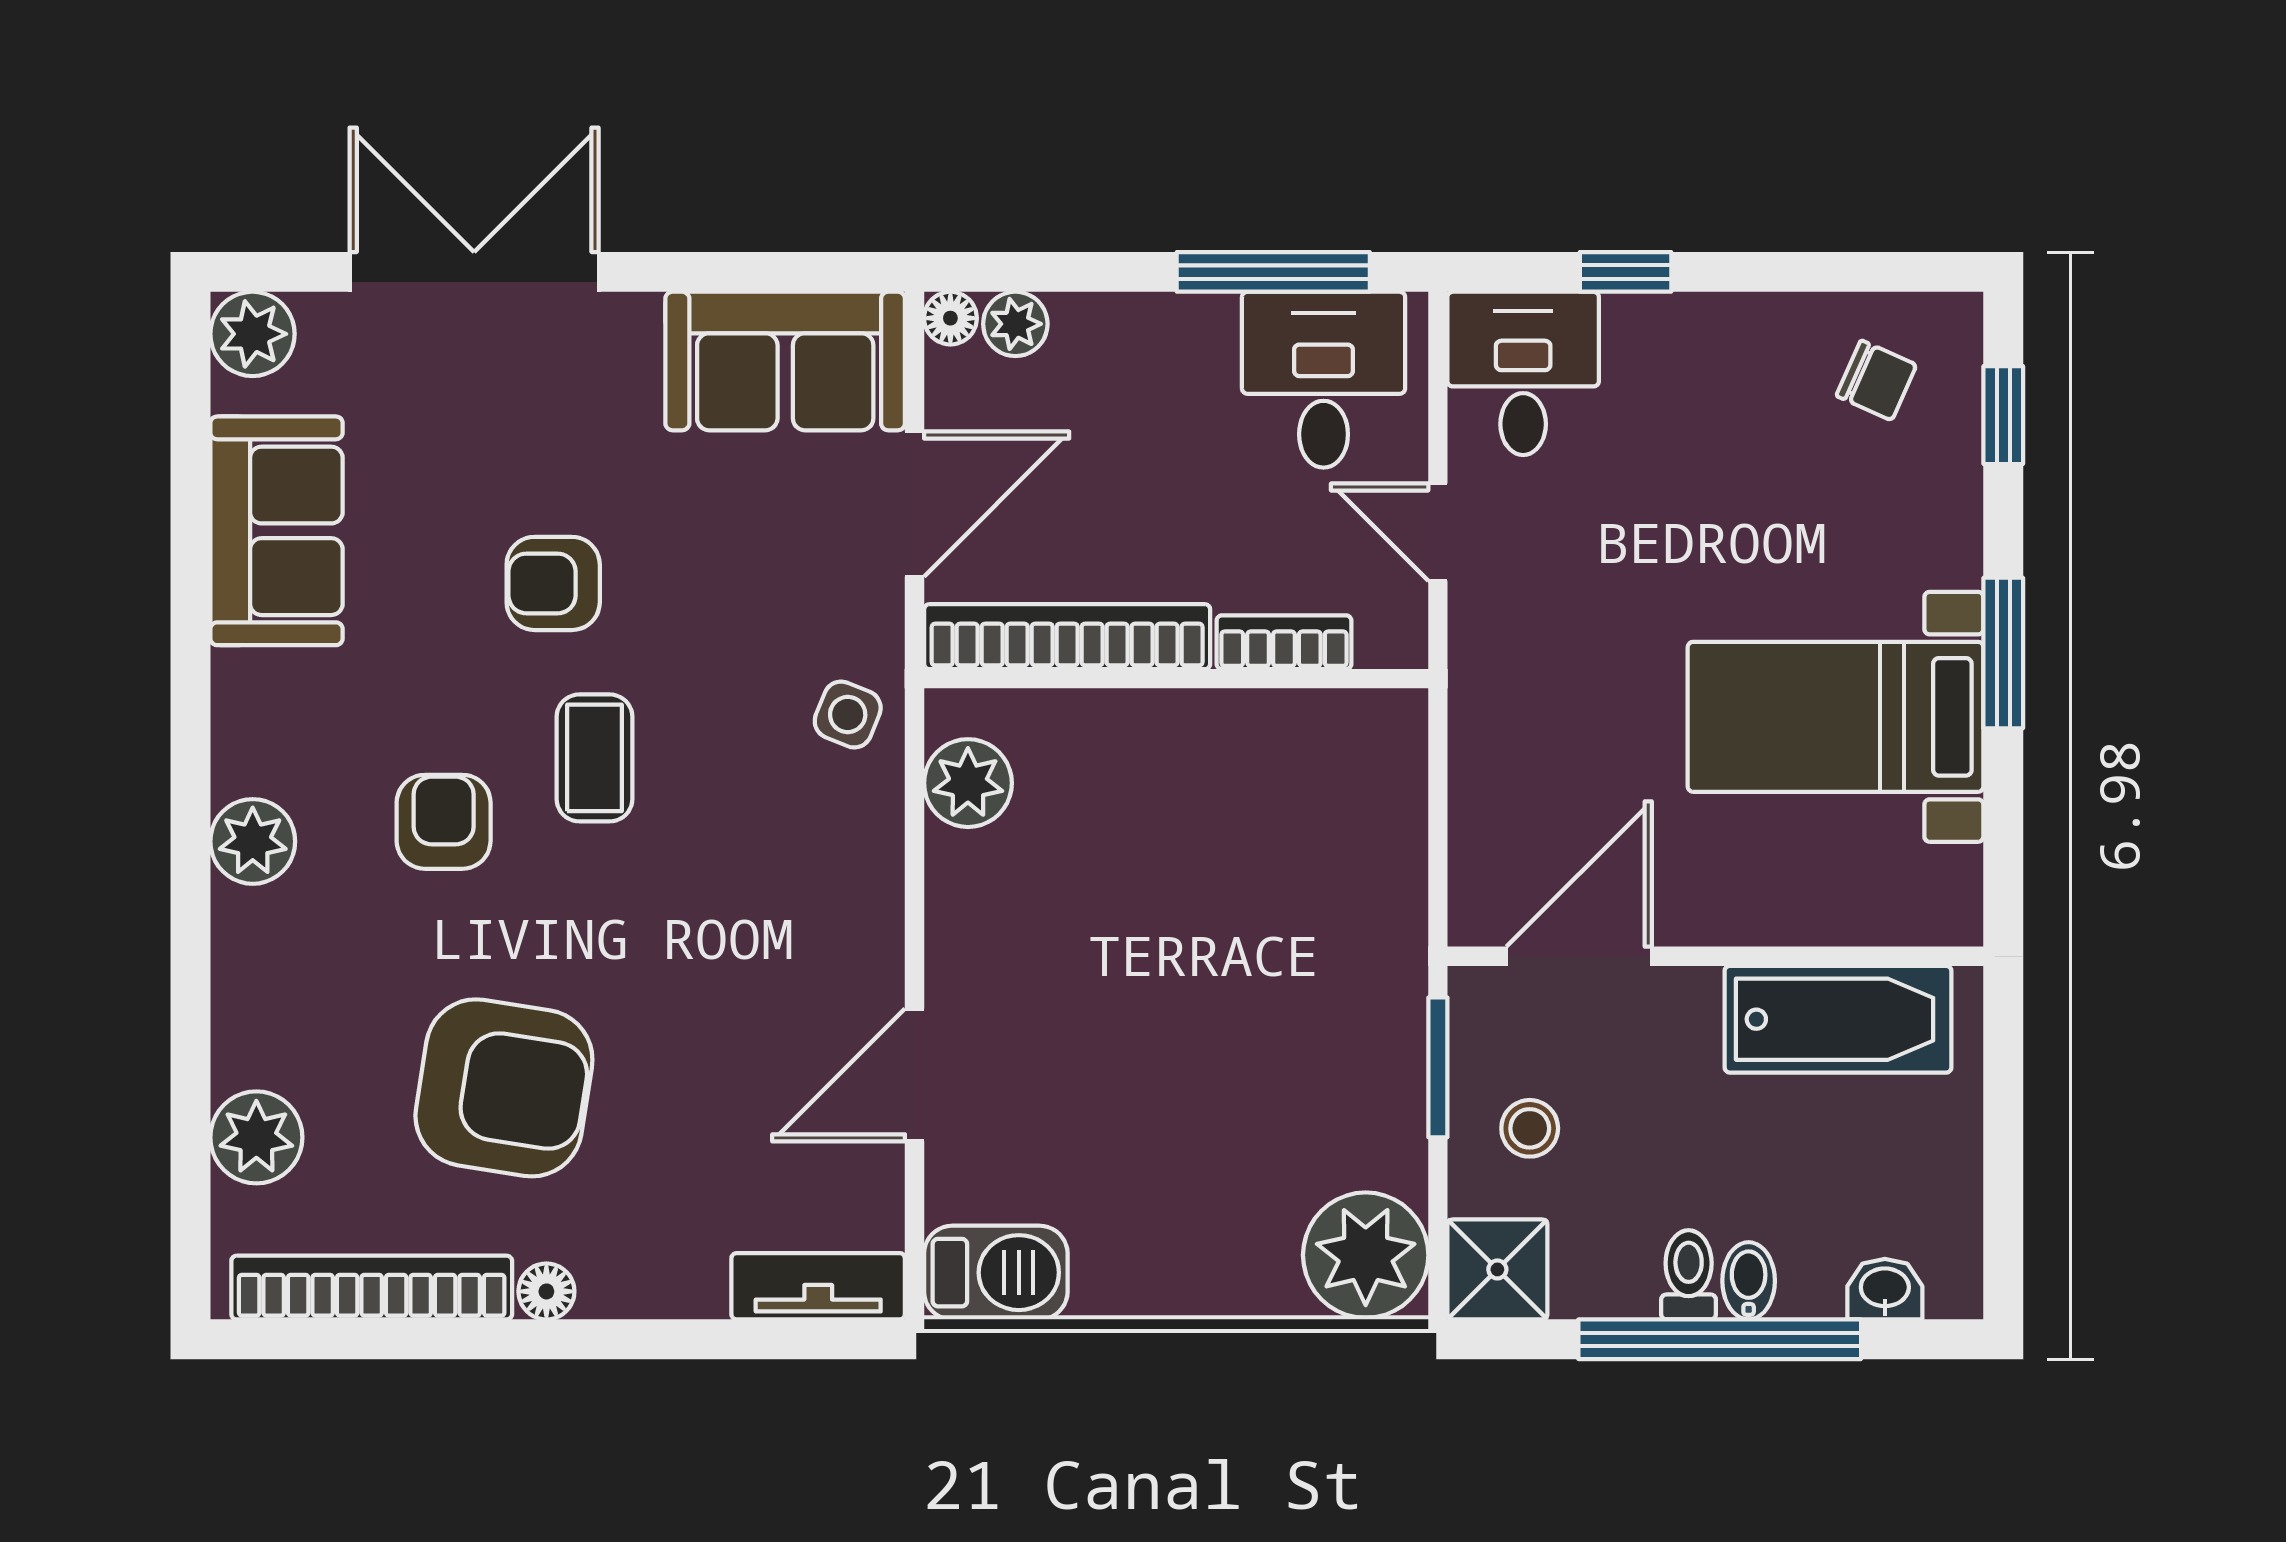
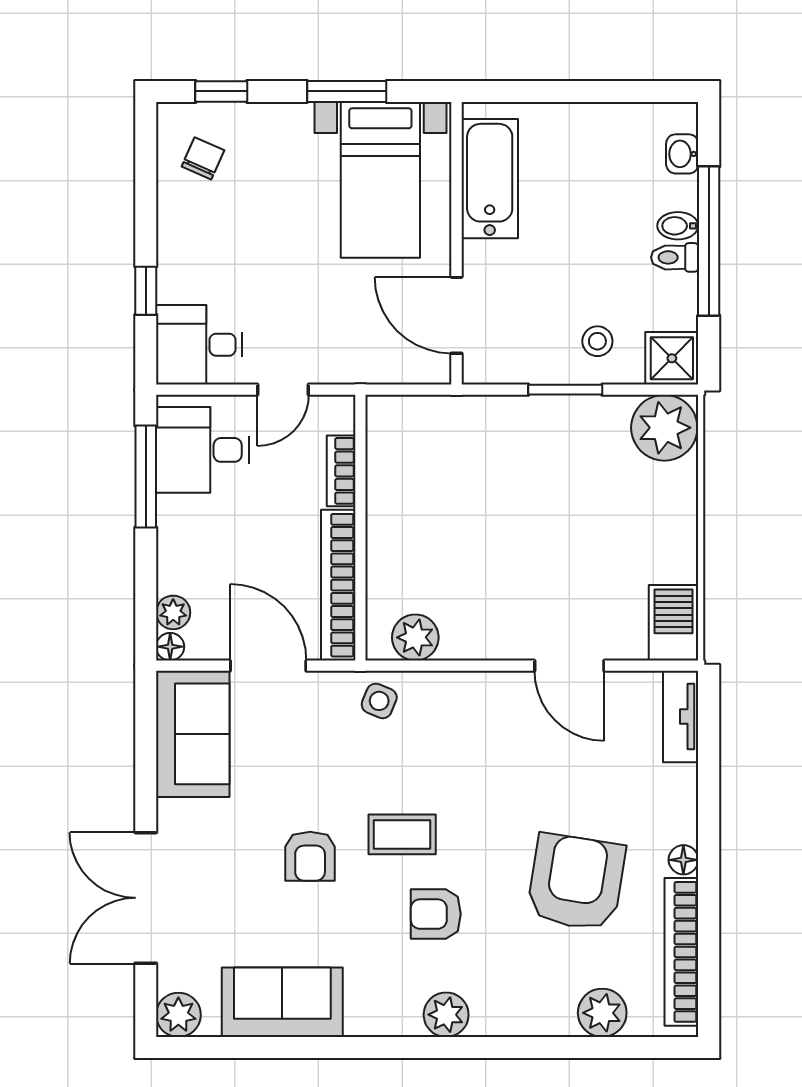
door: (1579, 956) -> (456, 315), moved
wall: (1715, 956) -> (456, 243), moved
bathtub: (1838, 1019) -> (490, 179), moved

